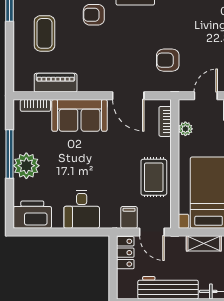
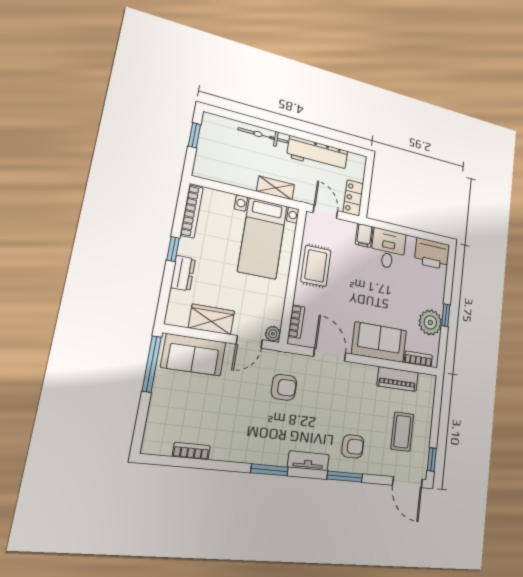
plant: (185, 129) -> (273, 334), moved
window: (10, 154) -> (446, 315), width x0.46
plant: (26, 166) -> (430, 322), moved
filing cabinet: (129, 217) -> (364, 235), moved

